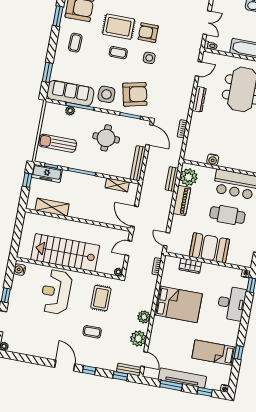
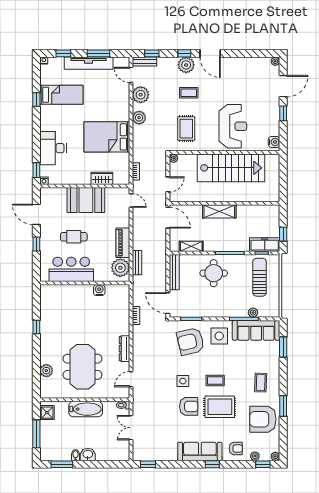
round table: (106, 138) -> (214, 273), moved
sun lounger: (58, 143) -> (259, 277), turned -90
shelving: (52, 207) -> (219, 211), moved
cafe table: (227, 215) -> (74, 237), width x0.73, depth x0.74
plant: (90, 359) -> (186, 65), added

